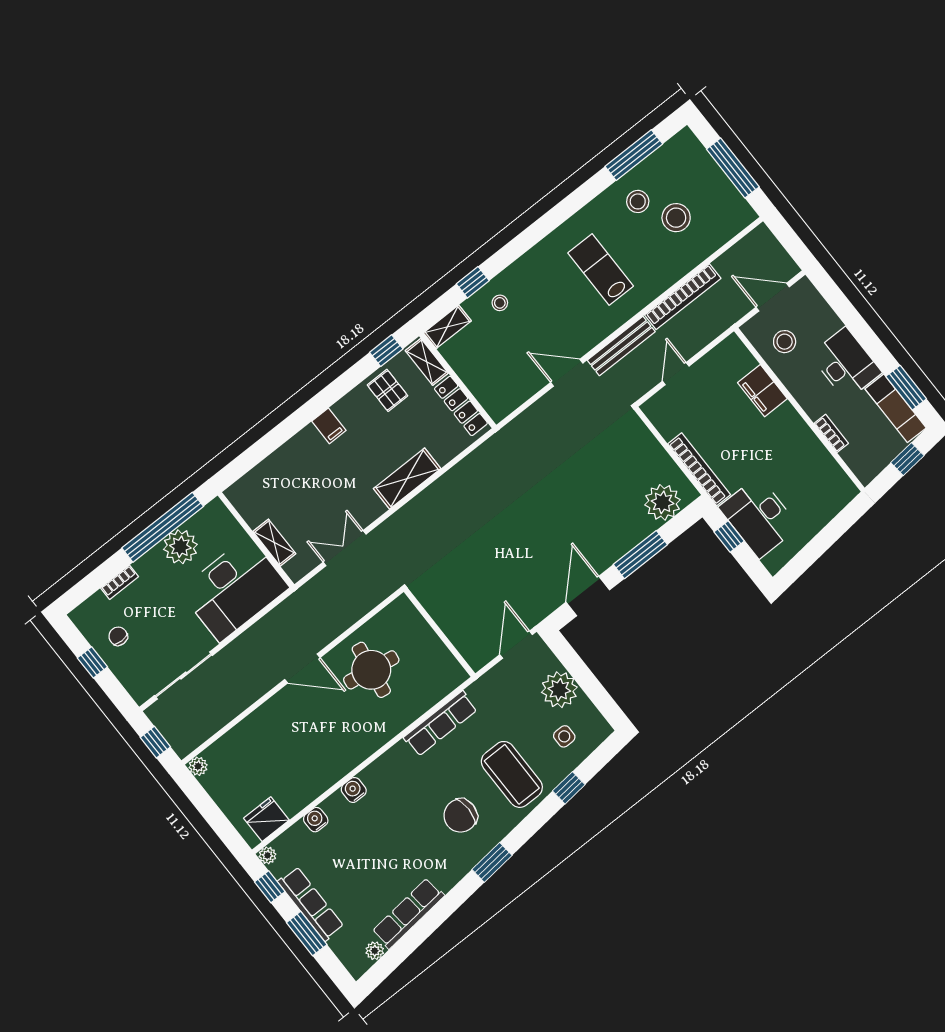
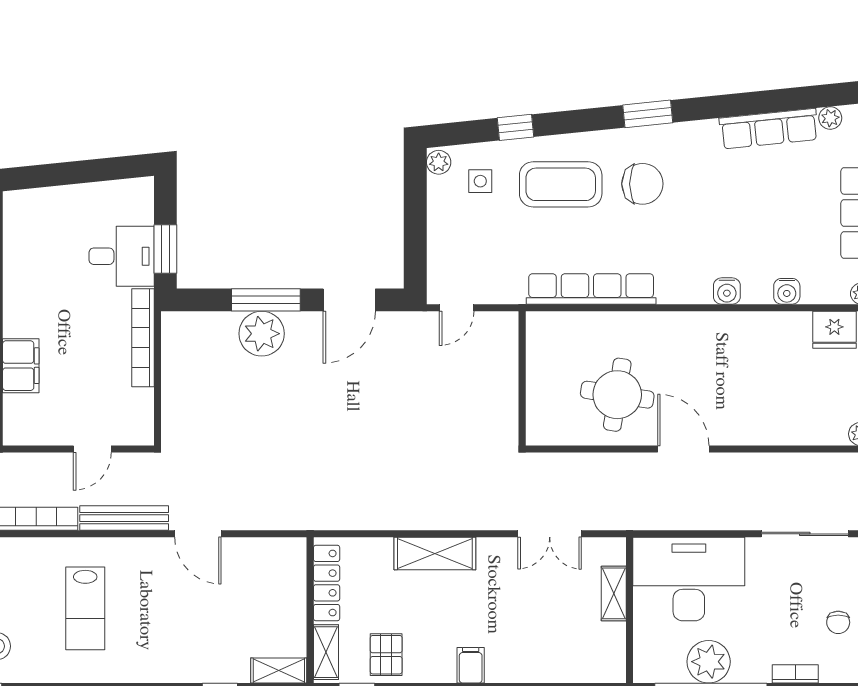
stool: (500, 303) -> (209, 653), removed
plant: (663, 502) -> (262, 334), moved
desk: (759, 517) -> (122, 256), width x0.73
window: (729, 536) -> (165, 249), width x1.50
door: (516, 645) -> (457, 308), width x0.73
plant: (559, 690) -> (439, 162), moved, width x0.53, depth x0.53
row of seats: (440, 724) -> (591, 289), width x1.36
coffee table: (512, 774) -> (561, 184), turned 90

